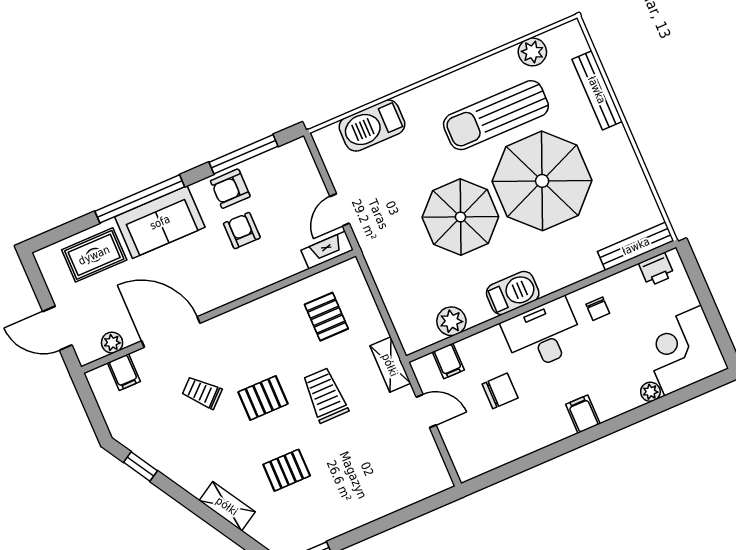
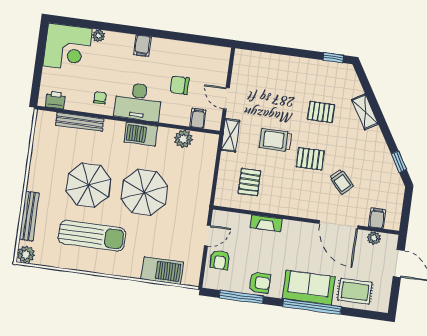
plant: (532, 52) -> (26, 255), moved
parasol: (542, 181) -> (88, 185), width x0.73, depth x0.73
armchair: (242, 231) -> (220, 260), moved
bench: (636, 246) -> (80, 122), moved
fireplace: (327, 250) -> (266, 223), moved
trolley: (325, 395) -> (276, 140), turned 90

